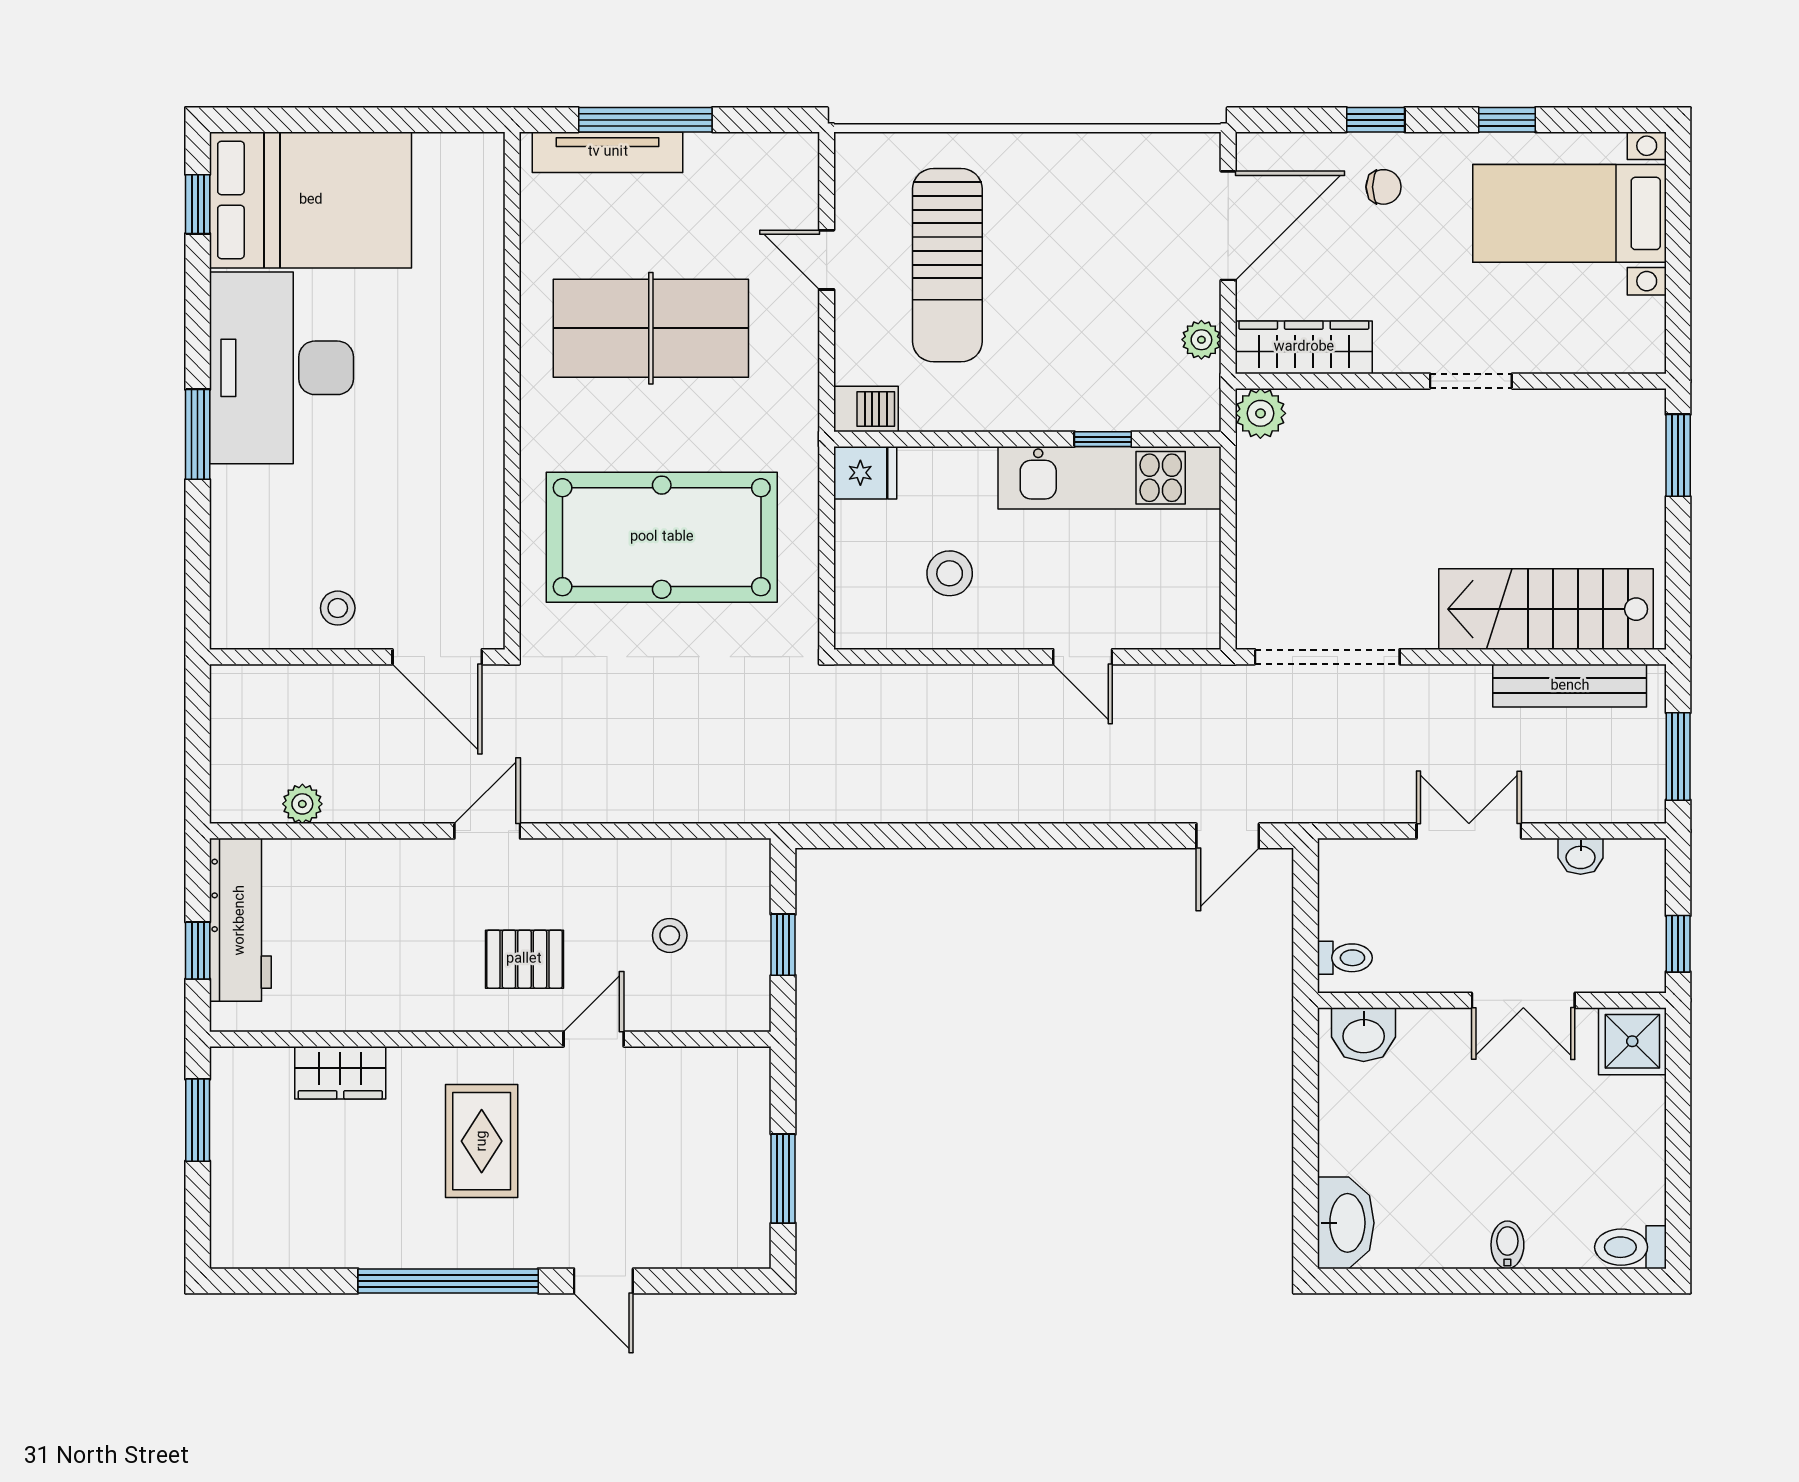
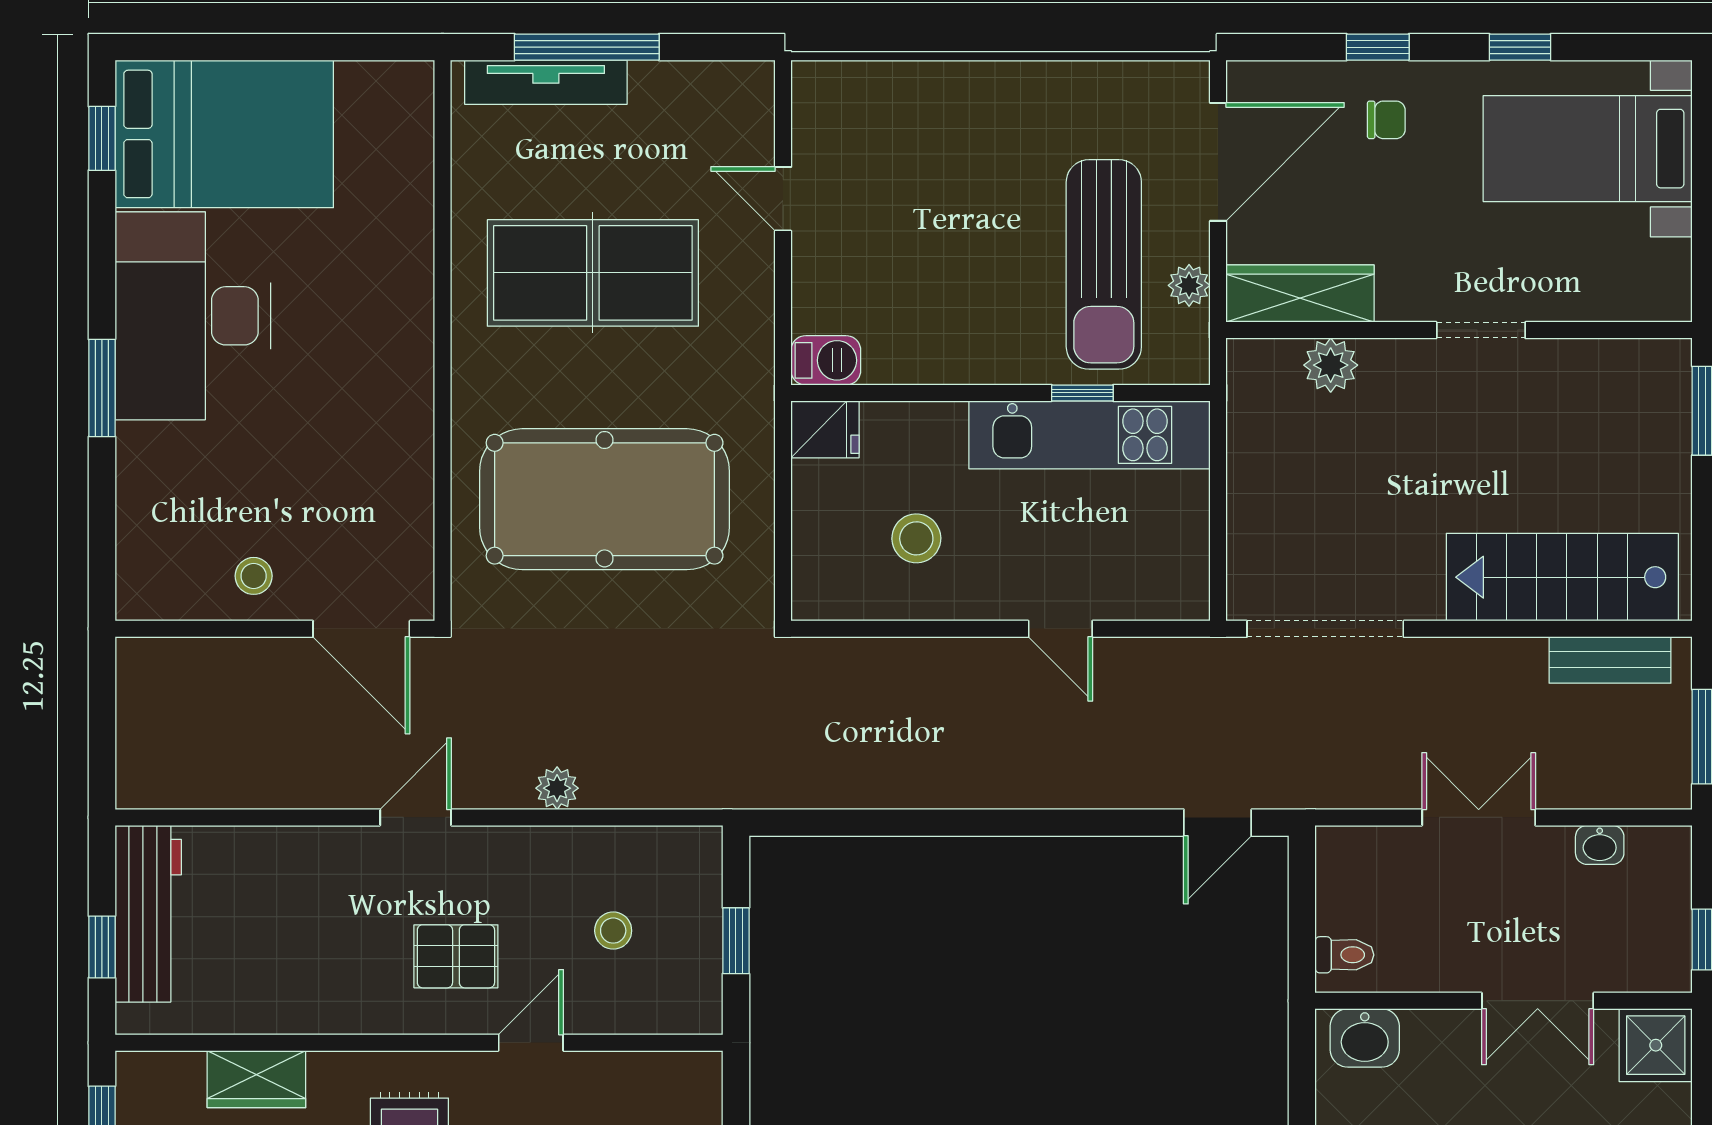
sun lounger: (947, 265) -> (1104, 264), moved
plant: (1260, 413) -> (1331, 365), moved
bench: (1570, 686) -> (1610, 660), width x0.73
plant: (302, 804) -> (557, 788), moved

